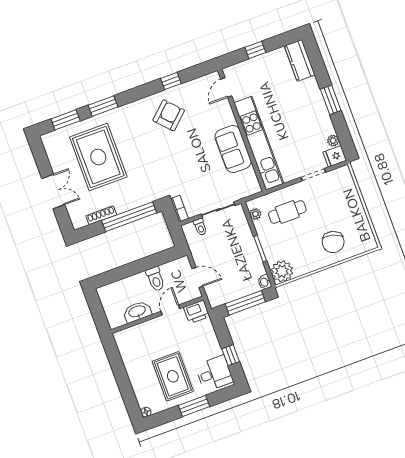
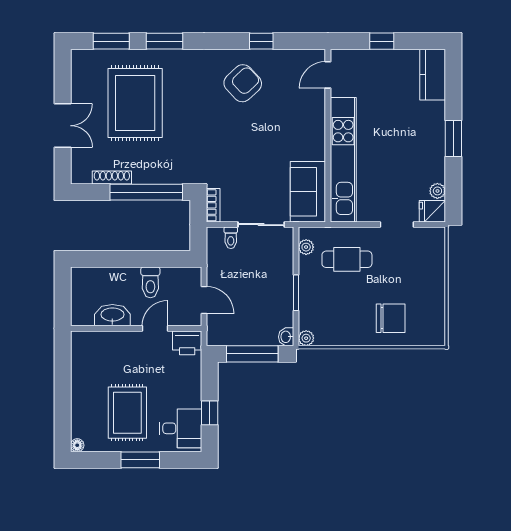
sofa: (233, 149) -> (308, 192), moved
chair: (333, 242) -> (391, 318), turned -105
plant: (282, 271) -> (306, 338), width x0.53, depth x0.53

